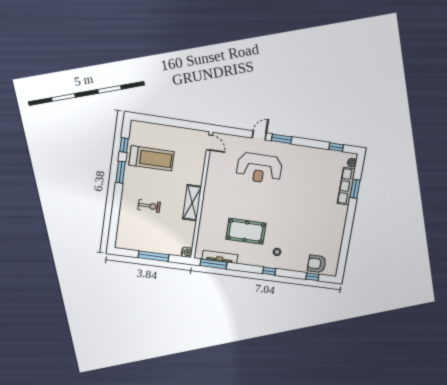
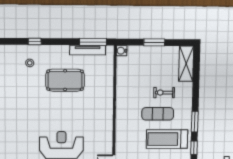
exercise mat: (158, 186) -> (158, 114), added
shelving: (192, 203) -> (186, 64), moved
window: (153, 256) -> (154, 42), width x0.69

